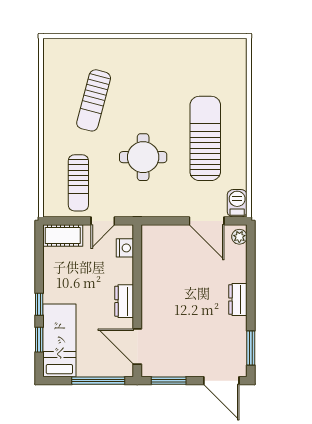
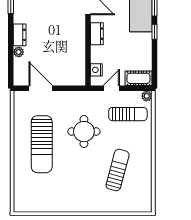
sun lounger: (78, 183) -> (128, 114), turned 90
barbecue: (237, 203) -> (20, 100), removed
plant: (51, 209) -> (147, 96), added
plant: (239, 237) -> (19, 52), moved

